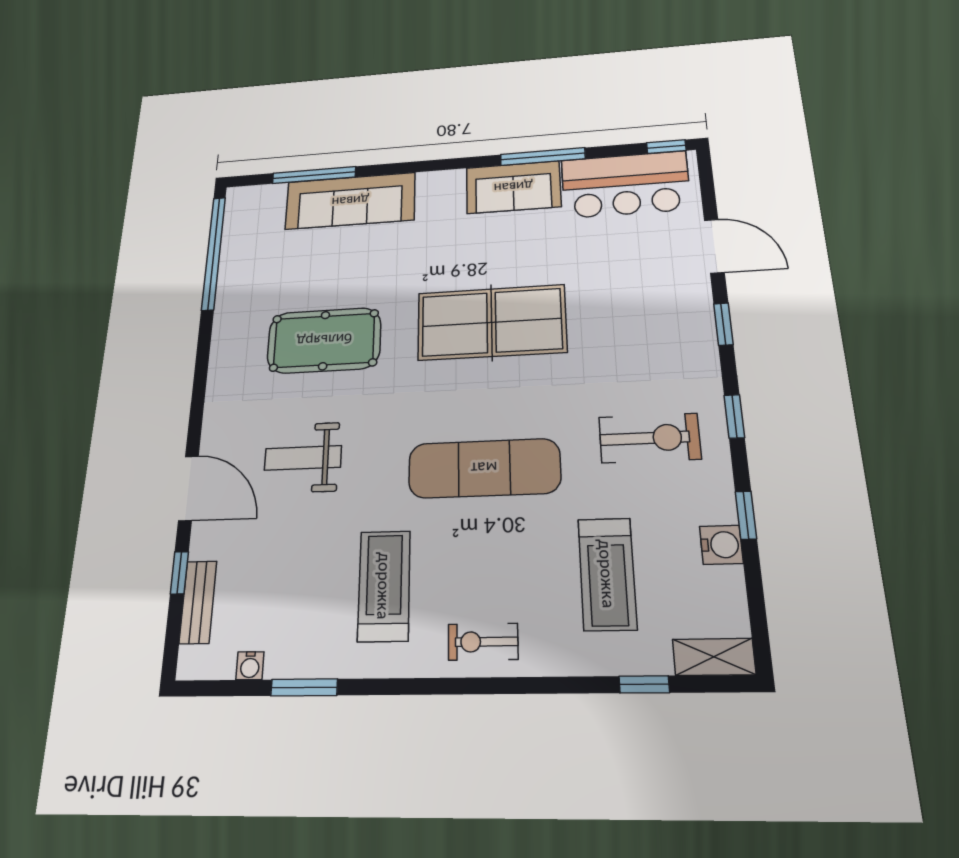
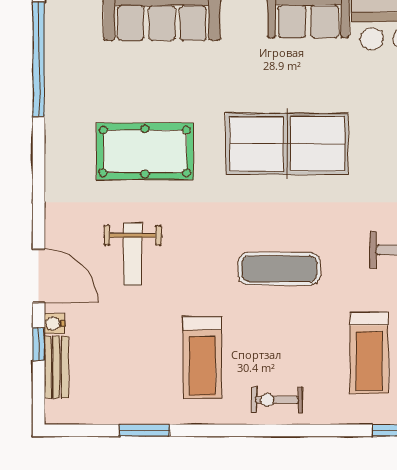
weight bench: (303, 458) -> (133, 254), turned -90
exercise mat: (484, 468) -> (279, 269), width x0.73, depth x0.69
treadmill: (384, 586) -> (202, 358), turned 180
water cooler: (250, 666) -> (54, 323), moved, turned 90

